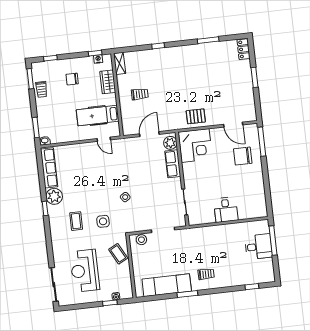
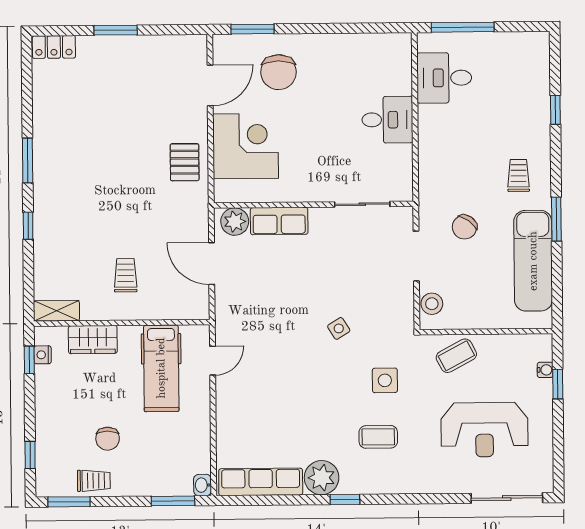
window: (208, 40) -> (28, 160), moved
chair: (72, 79) -> (108, 439), moved
window: (262, 142) -> (252, 29), width x0.69
corner desk: (195, 145) -> (246, 146), moved
desk: (259, 247) -> (444, 78), moved, turned -90
chair: (179, 251) -> (464, 227), added
window: (252, 287) -> (555, 110), moved

